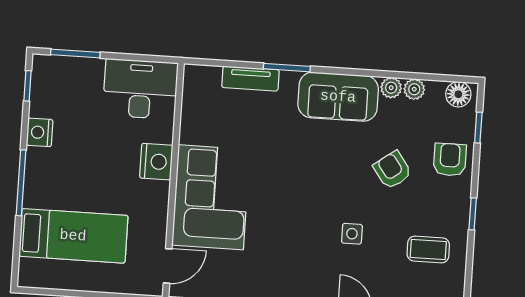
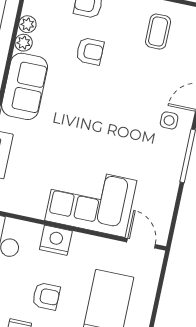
armchair: (86, 160) -> (46, 296), added
armchair: (392, 170) -> (90, 51), turned -144
side table: (352, 234) -> (169, 120), moved

